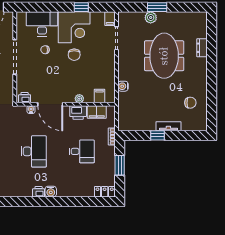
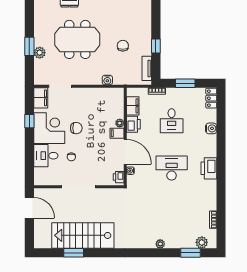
filing cabinet: (110, 19) -> (41, 98), width x2.00
desk: (42, 24) -> (46, 156), width x0.73
filing cabinet: (100, 96) -> (117, 133), moved
chair: (190, 103) -> (123, 46), moved
door: (50, 104) -> (125, 152), hinge flipped
tv unit: (168, 126) -> (147, 68), moved
desk: (82, 151) -> (172, 121), turned 180
printer: (39, 192) -> (209, 168), width x1.87, depth x1.48
water cooler: (51, 192) -> (211, 128), moved

